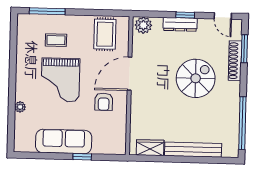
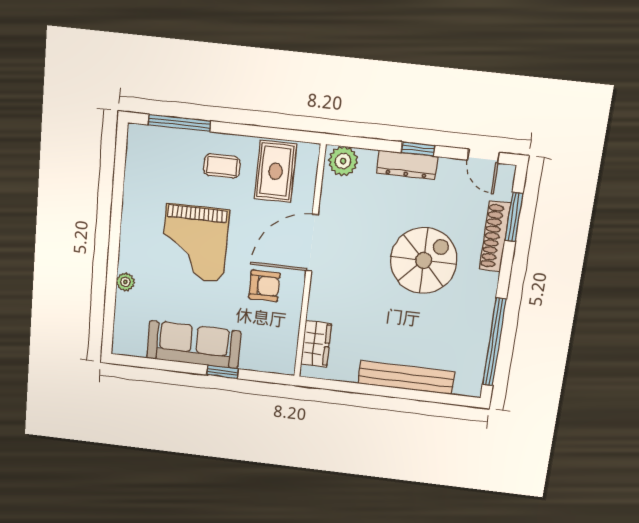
coffee table: (56, 40) -> (222, 166), moved
armchair: (104, 102) -> (264, 286), turned -90
wardrobe: (150, 148) -> (316, 344), moved, turned 90

